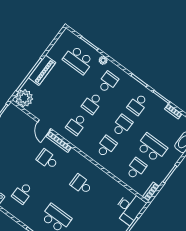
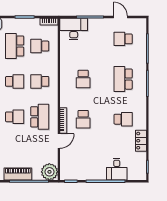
school desk: (77, 124) -> (40, 117), width x1.85
school desk: (122, 125) -> (15, 81), turned 180

